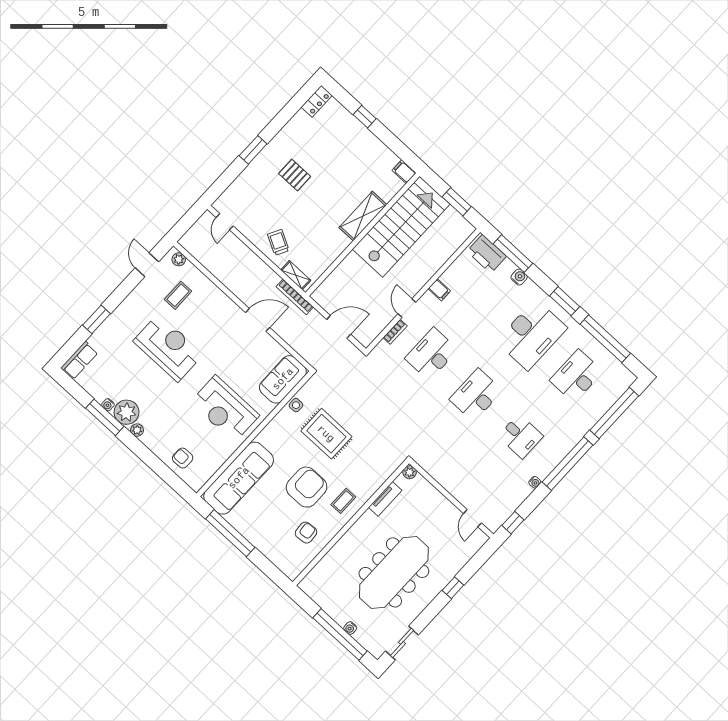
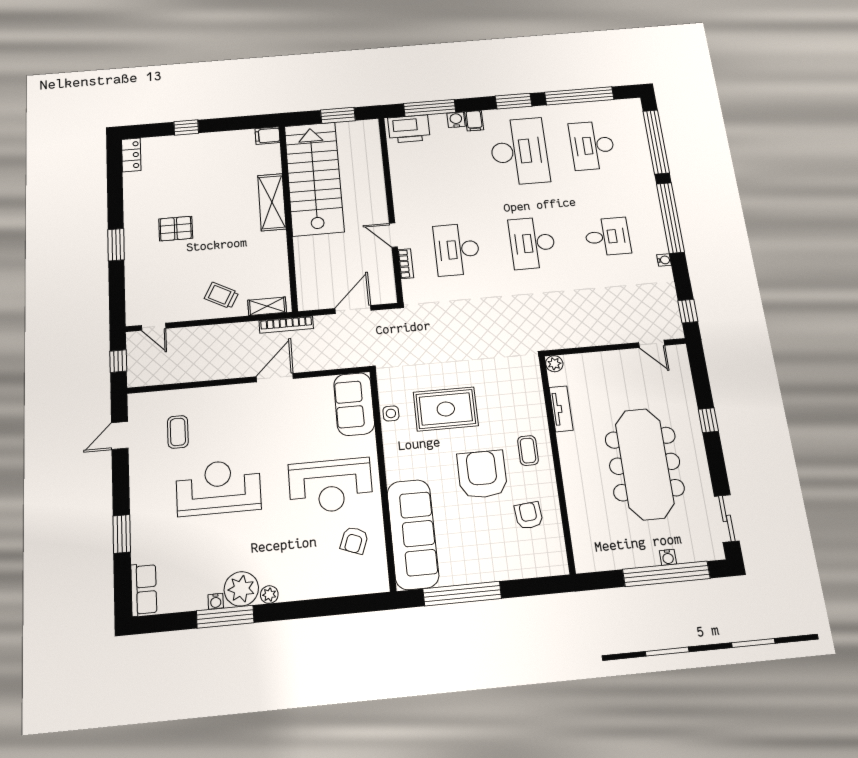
window: (187, 221) -> (118, 361), added
plant: (179, 259) -> (145, 400), removed
door: (147, 265) -> (120, 435), hinge flipped
filing cabinet: (439, 290) -> (474, 121), moved, turned 90
armchair: (183, 458) -> (354, 540), moved, turned -69

